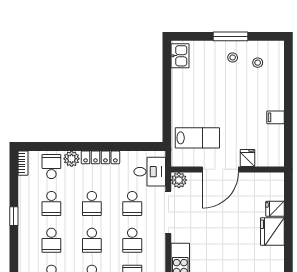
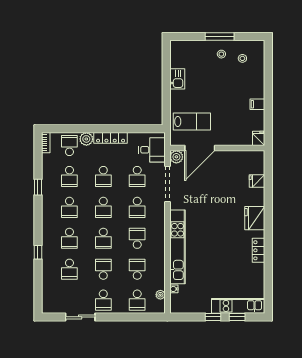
kitchen sink: (180, 56) -> (177, 79), moved
fridge: (247, 158) -> (259, 138), moved
door: (220, 169) -> (200, 148), moved
fridge: (272, 232) -> (255, 218), moved

